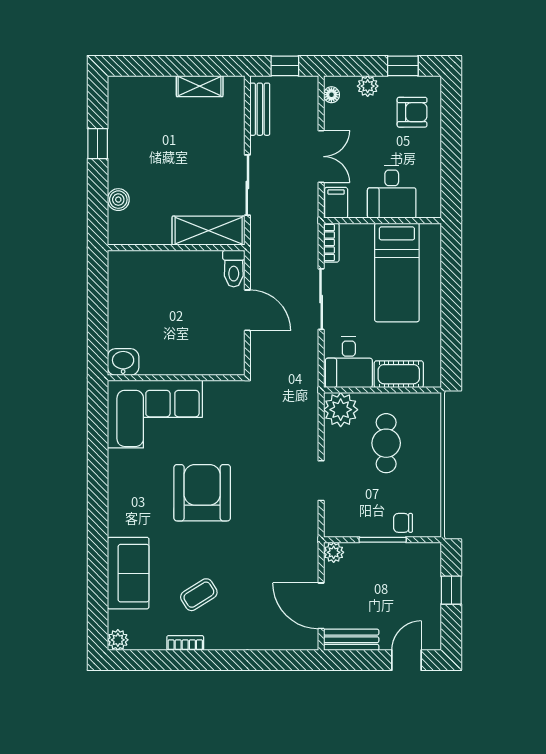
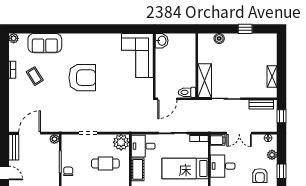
washbasin: (123, 362) -> (162, 41), moved
wall: (176, 378) -> (154, 66), moved
corner sofa: (155, 414) -> (137, 56), moved

